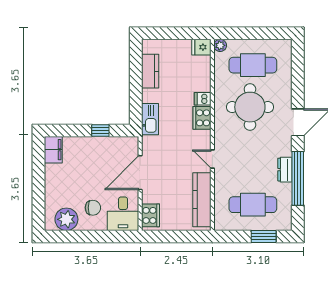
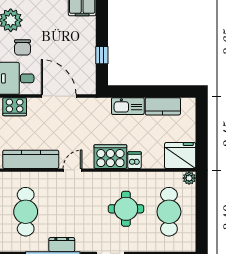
fridge: (201, 47) -> (180, 156), width x1.88, depth x1.34
round table: (250, 107) -> (126, 209), width x0.73, depth x0.73
cooker: (202, 118) -> (110, 157), width x1.37, depth x1.31
kitchen sink: (150, 119) -> (128, 106), moved

